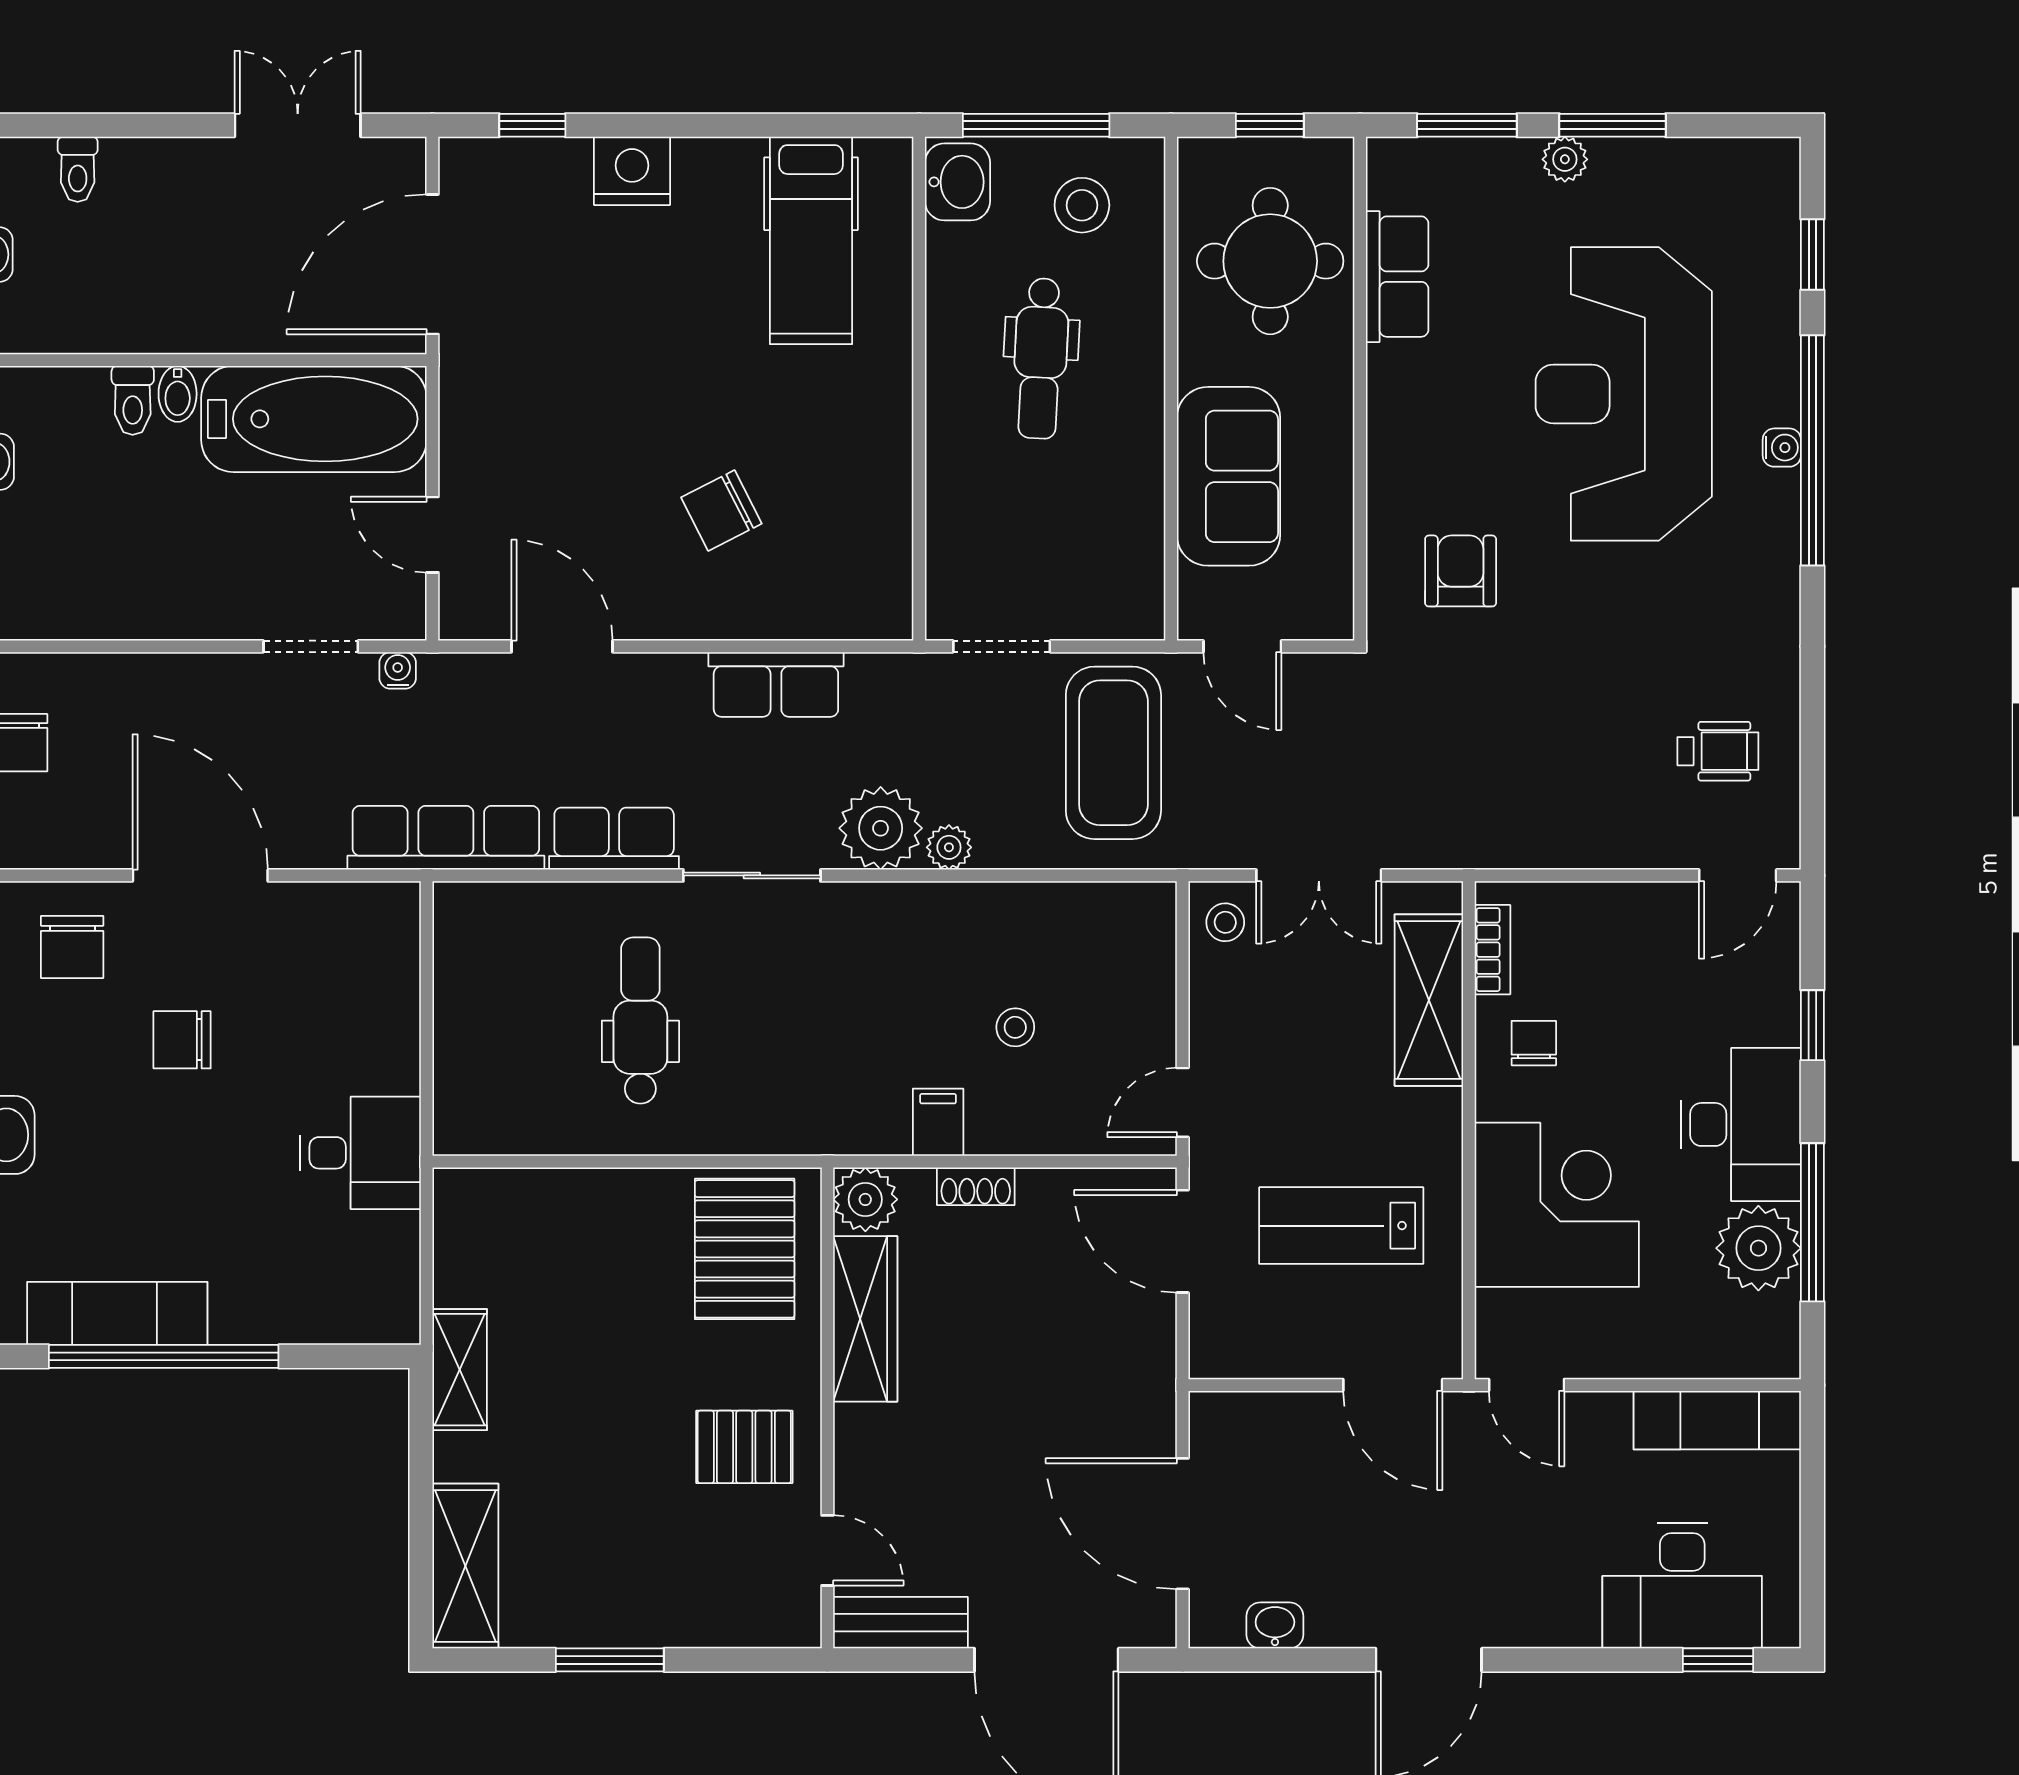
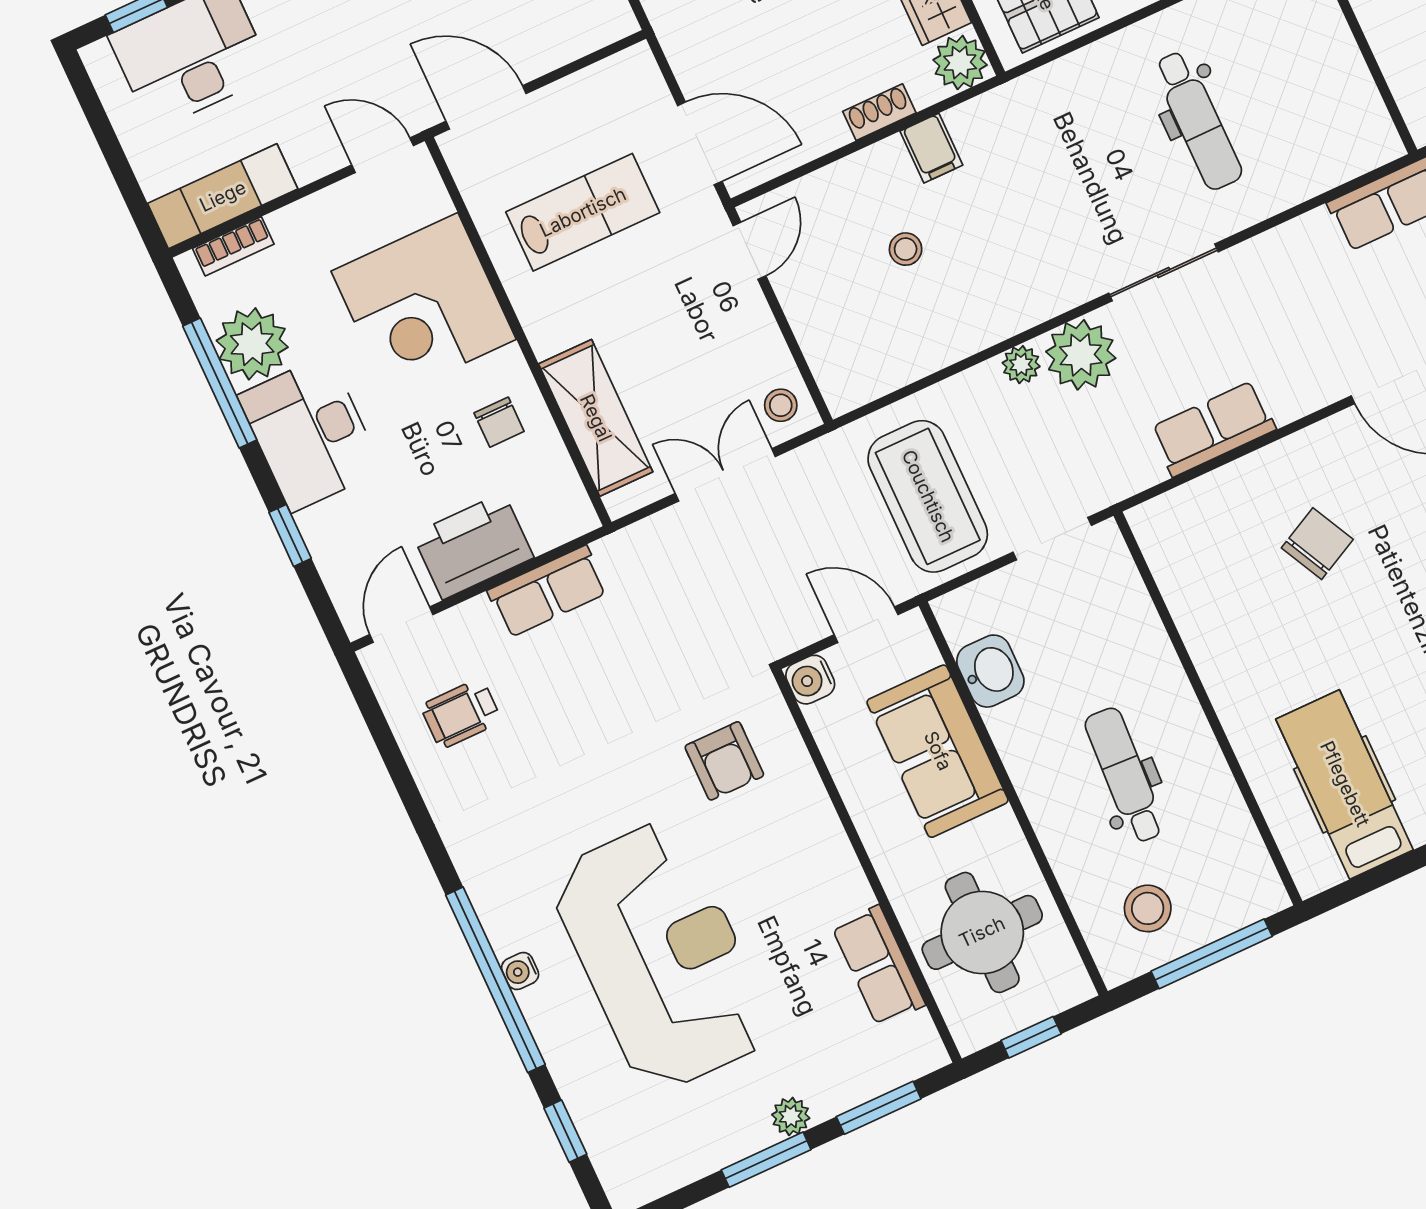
washbasin: (957, 182) -> (990, 671), moved, turned 180
water cooler: (1329, 615) -> (810, 680), added
row of seats: (614, 839) -> (548, 592), moved
printer: (1623, 924) -> (473, 546), added
bookcase: (1492, 950) -> (233, 246), moved, turned -90

